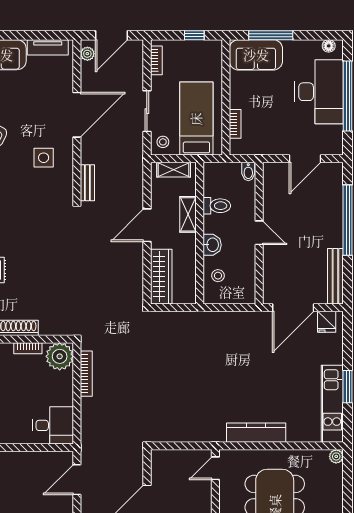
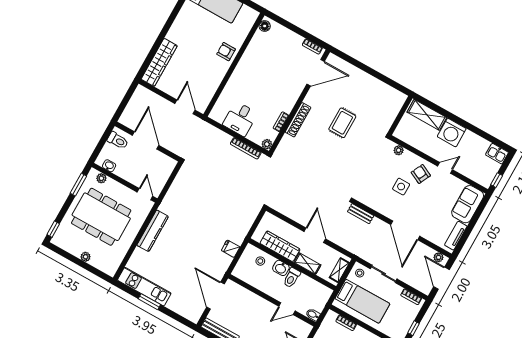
side table: (44, 158) -> (401, 187), moved
toilet: (217, 206) -> (292, 278), moved
door: (259, 233) -> (287, 309), moved
wardrobe: (161, 277) -> (280, 246), moved, turned 180
fridge: (327, 322) -> (231, 249), moved
plant: (60, 356) -> (267, 144), width x0.53, depth x0.53
desk: (53, 425) -> (240, 119), moved
plant: (336, 456) -> (86, 257), moved

